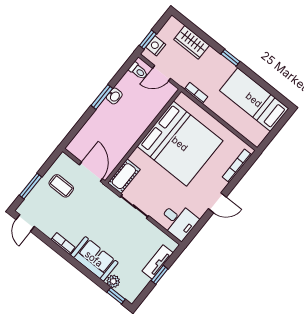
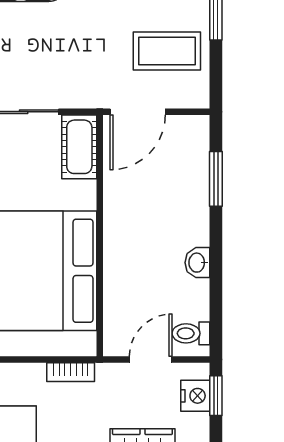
window: (102, 97) -> (216, 179), moved
door: (91, 172) -> (138, 112), hinge flipped
coffee table: (61, 186) -> (167, 51), width x1.36, depth x1.30

